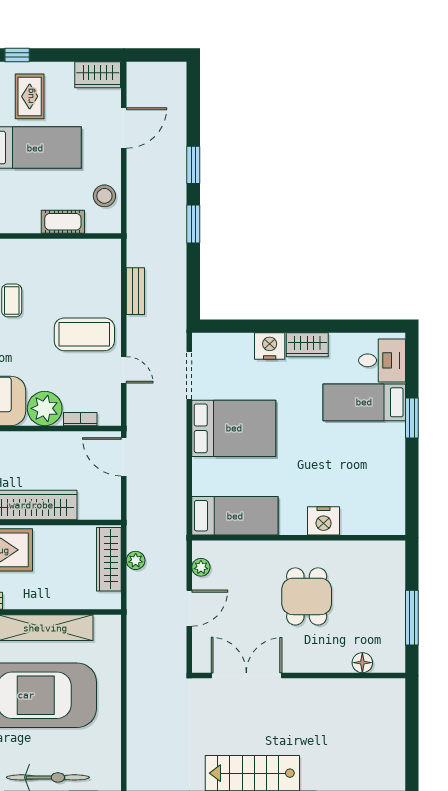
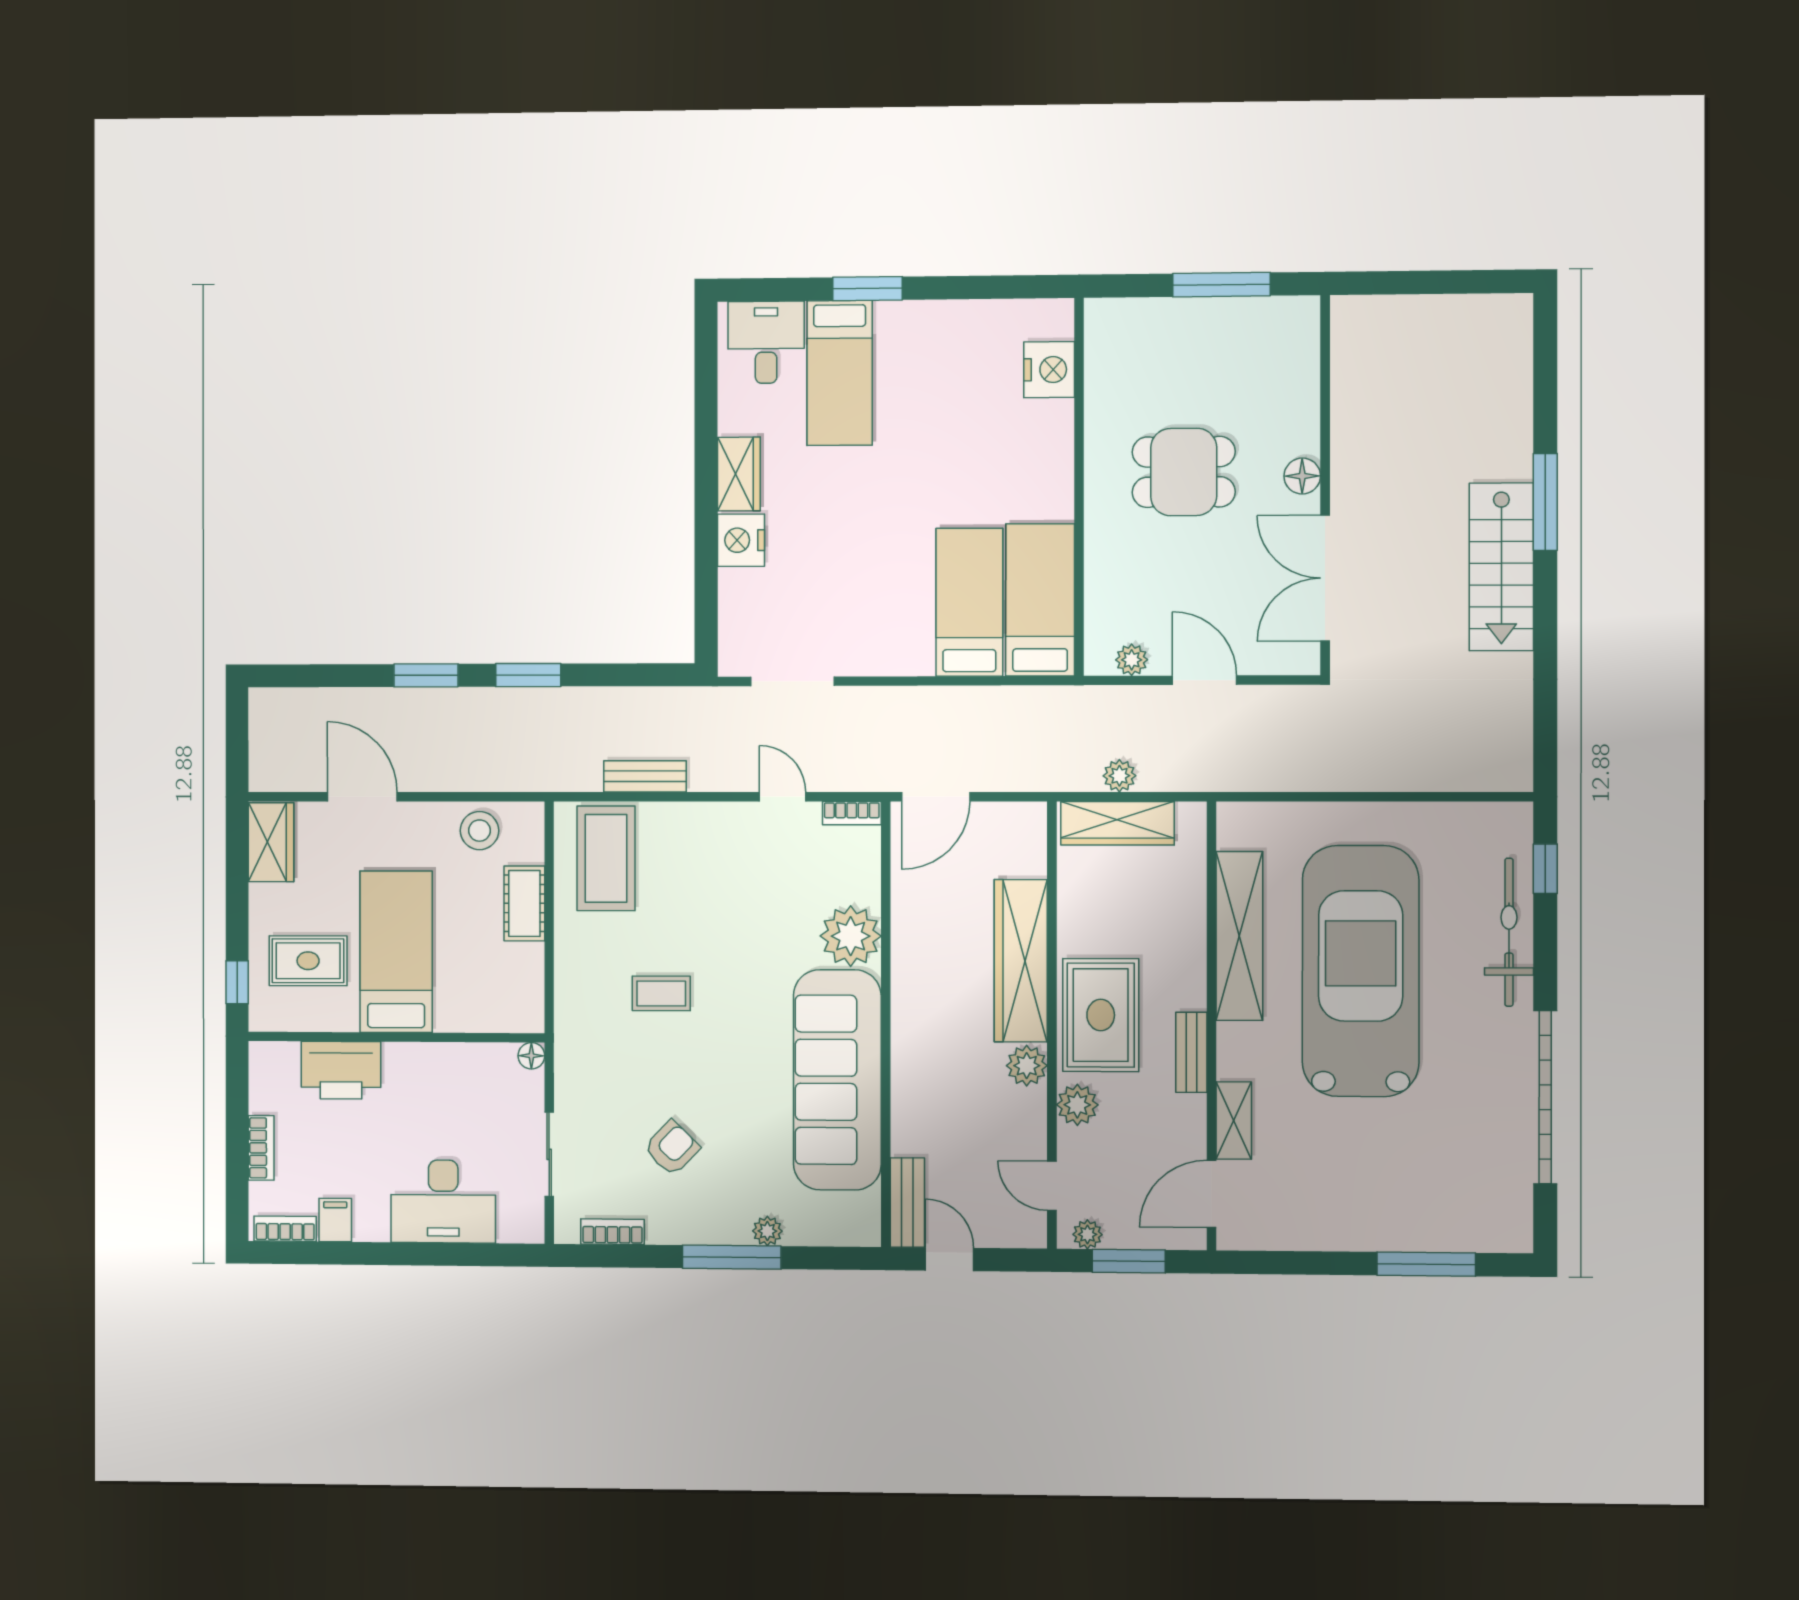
coffee table: (84, 334) -> (606, 858), moved
door: (124, 370) -> (783, 797), hinge flipped
bookcase: (80, 419) -> (852, 813), moved, turned -90
bed: (234, 428) -> (969, 602), moved, width x0.67
nightstand: (324, 521) -> (1049, 370), moved
floor lamp: (362, 663) -> (1302, 476), moved

